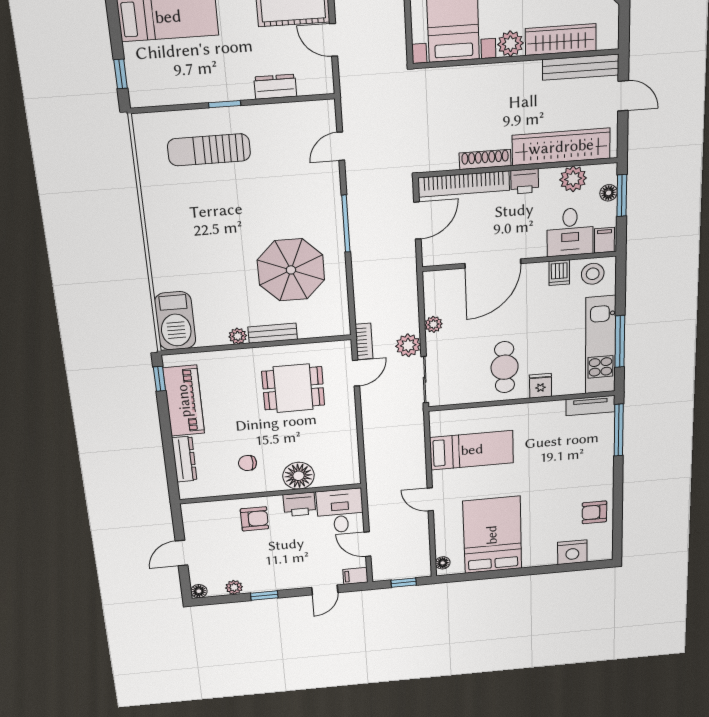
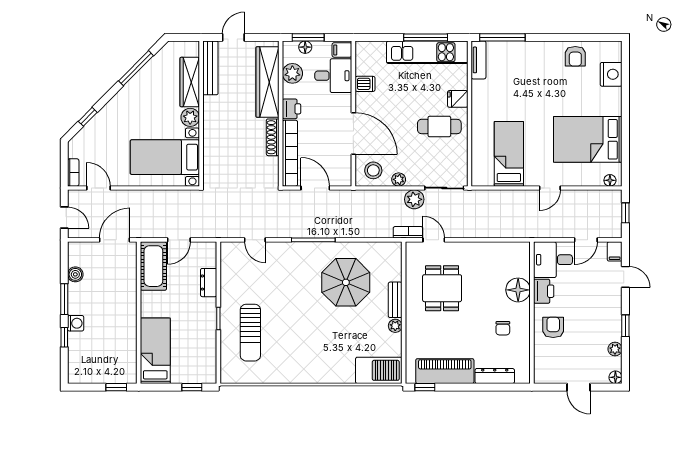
stool: (593, 274) -> (373, 170), moved

